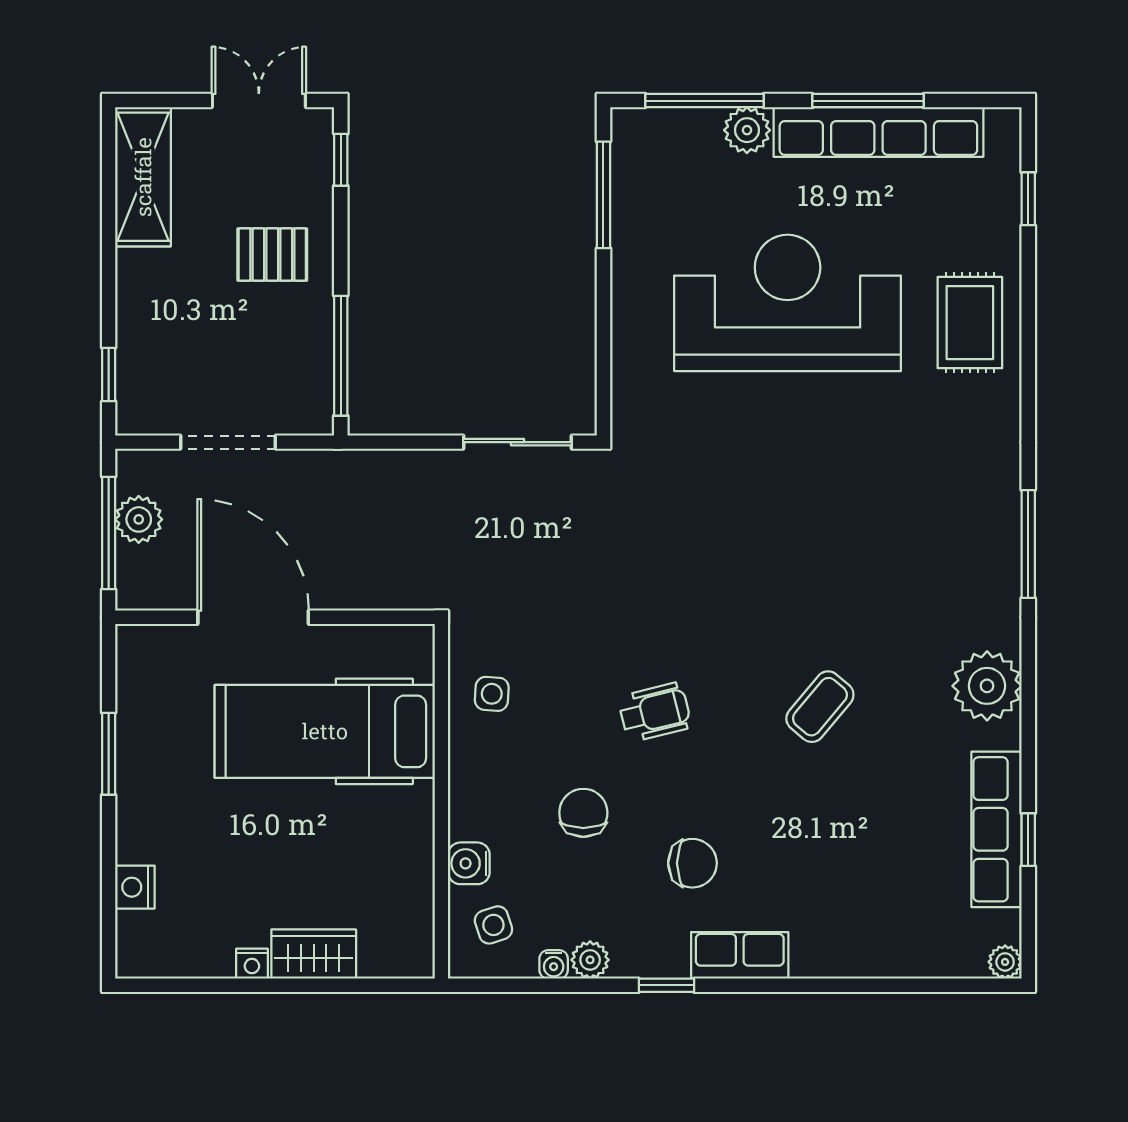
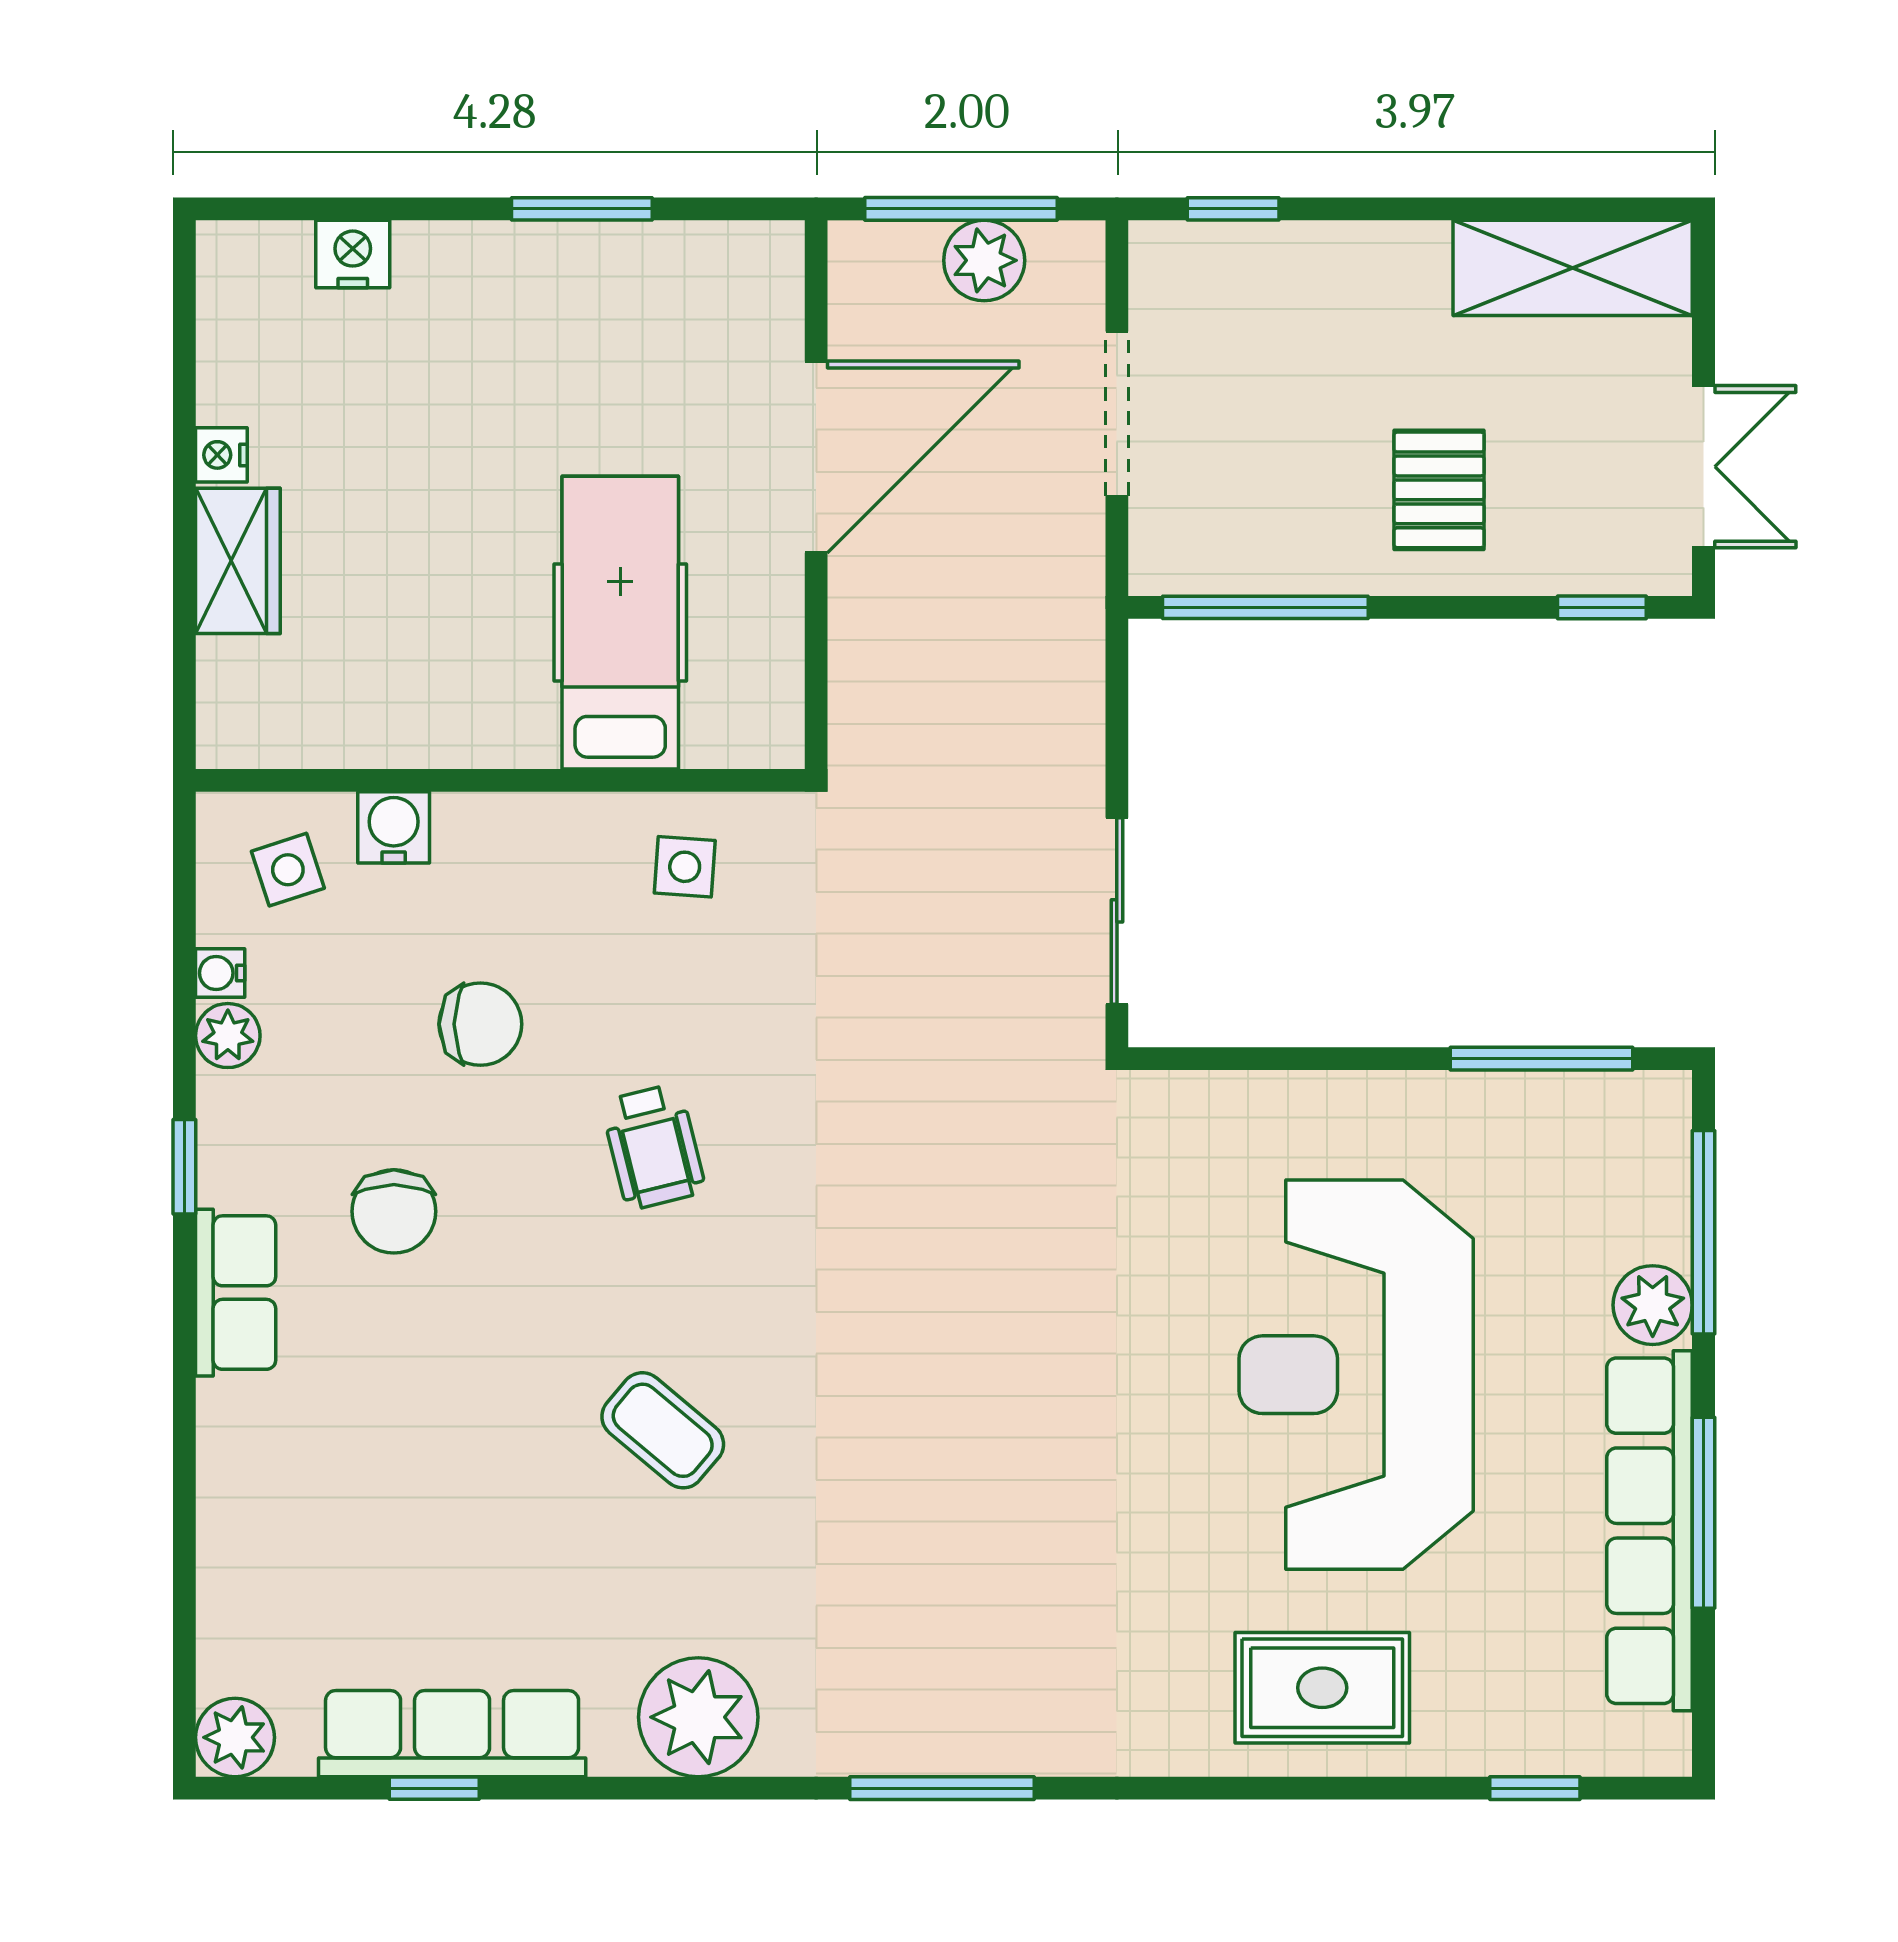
reception desk: (788, 303) -> (1356, 1375), turned 180
hospital bed: (325, 731) -> (620, 623), width x0.73, depth x0.78
plant: (1005, 962) -> (235, 1737), width x1.38, depth x1.38

